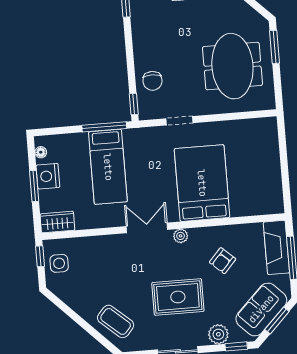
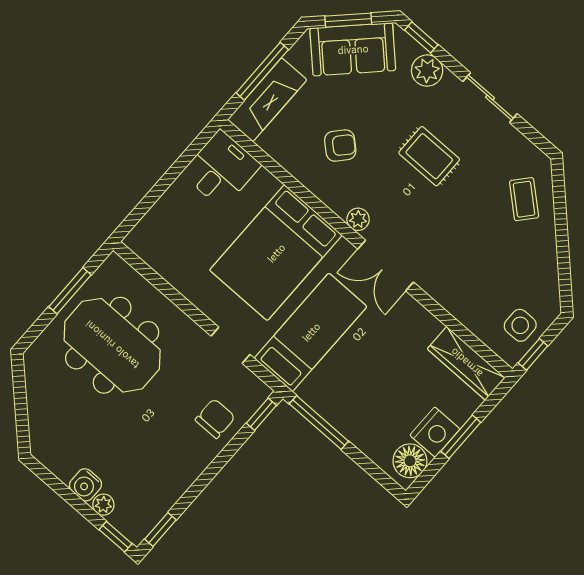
window: (274, 47) -> (70, 291), moved
meeting table: (232, 66) -> (112, 345), turned 90
floor lamp: (41, 152) -> (410, 461), width x1.89, depth x1.89
bed: (108, 167) -> (311, 332), moved
desk: (265, 195) -> (221, 169), added
wardrobe: (57, 222) -> (466, 363), width x1.50
rug: (178, 297) -> (429, 156), width x0.73, depth x0.70
coffee table: (116, 321) -> (524, 199), width x0.73, depth x0.77

